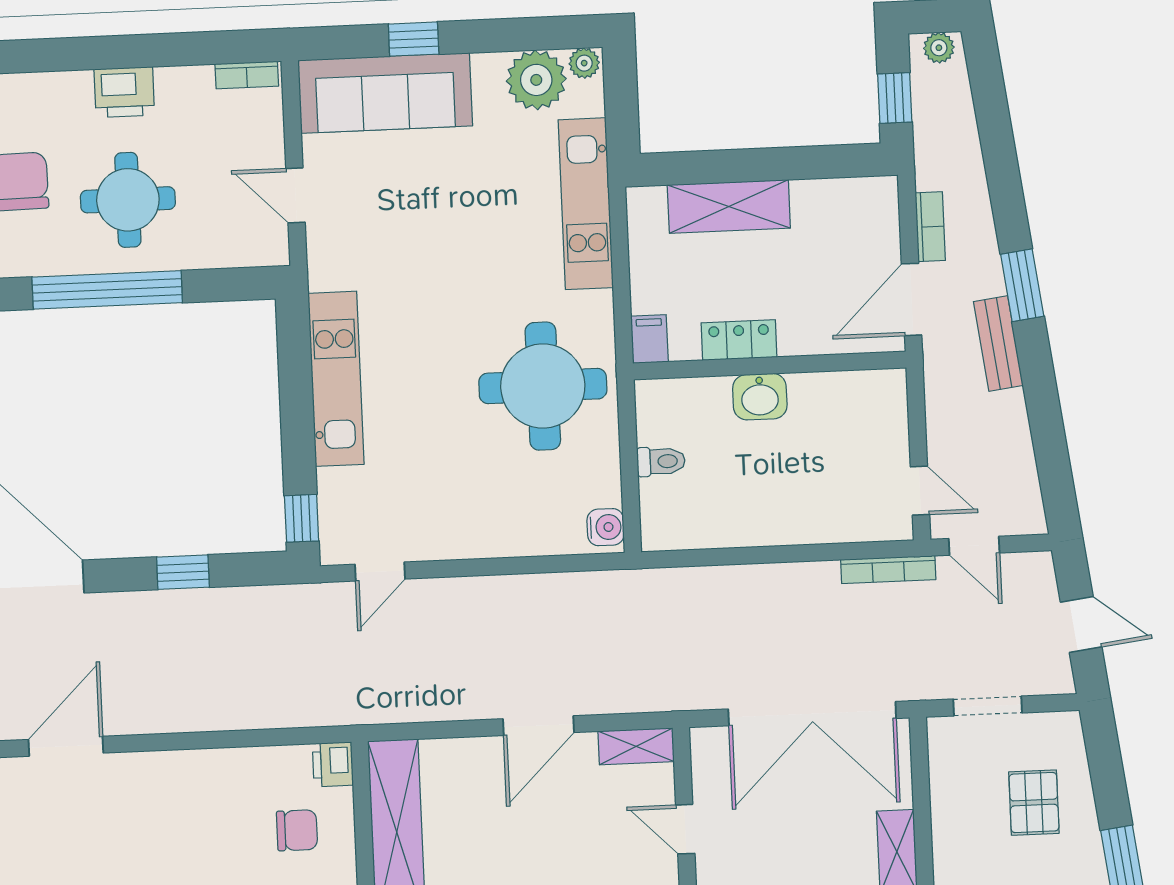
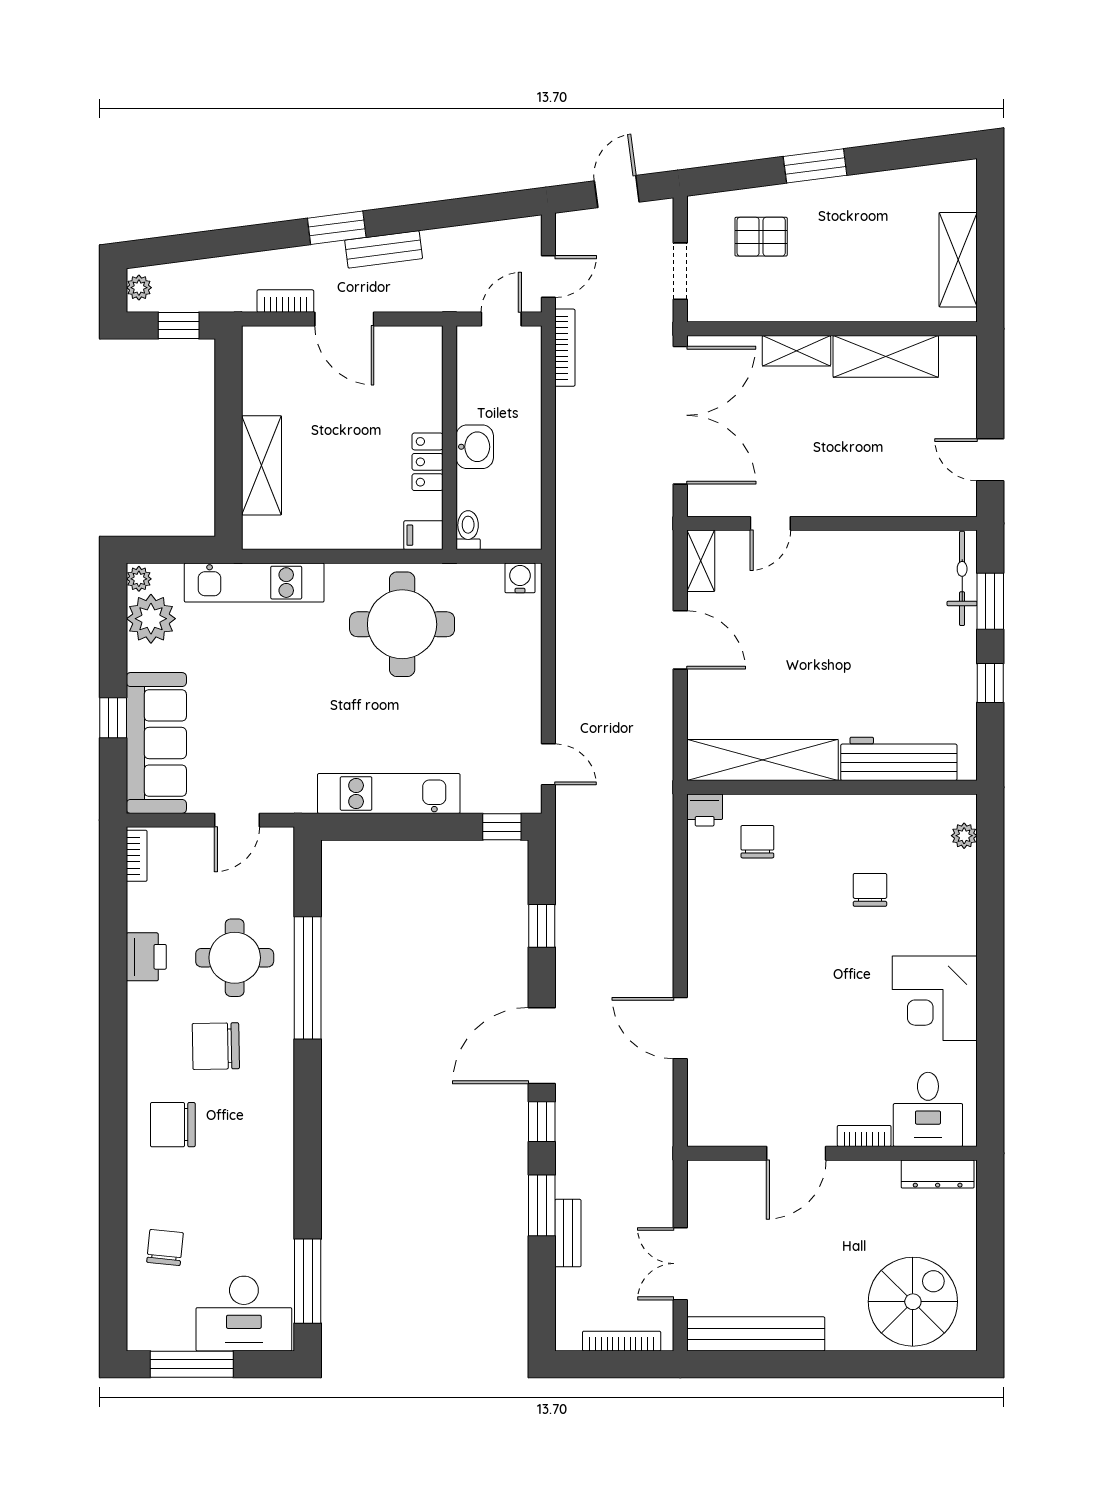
filing cabinet: (649, 339) -> (423, 535), moved
locker: (739, 340) -> (427, 462), moved
wall: (770, 366) -> (449, 438), moved
washbasin: (760, 397) -> (475, 447), moved

